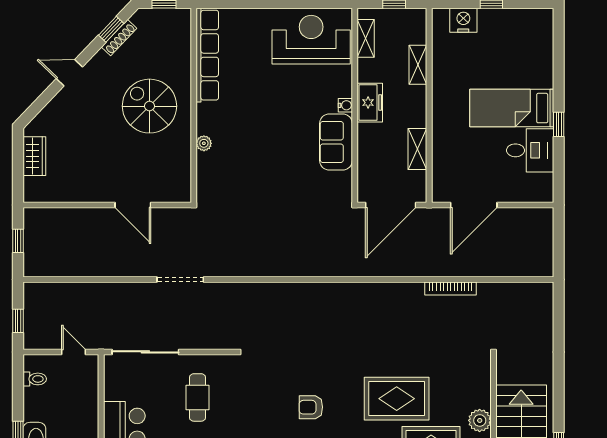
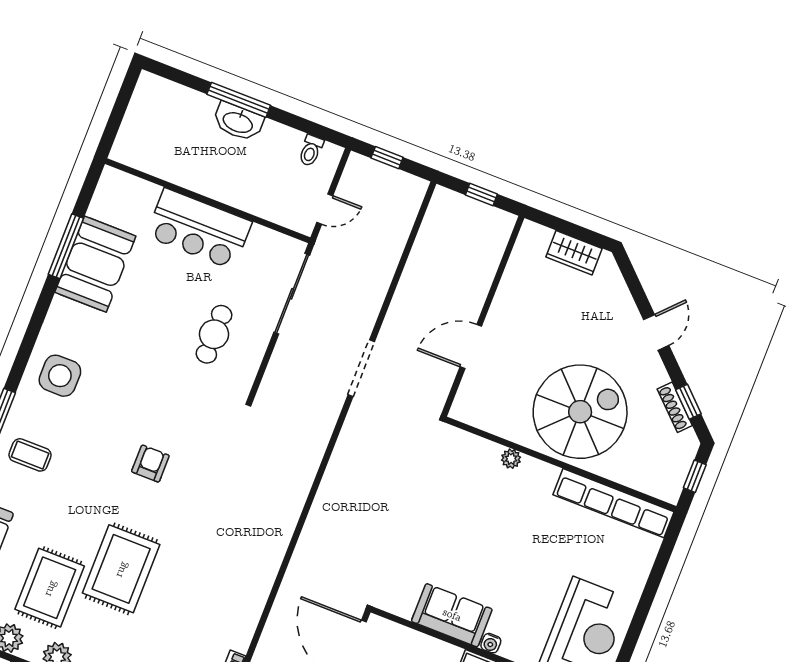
spiral stairs: (149, 106) -> (580, 412), width x1.37, depth x1.37
cafe table: (198, 397) -> (214, 334), turned 90

